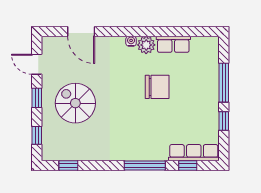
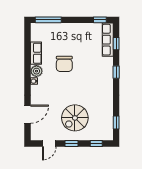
window: (224, 83) -> (48, 20), moved
chair: (157, 87) -> (64, 64), turned 180
window: (224, 121) -> (100, 20), moved
window: (145, 165) -> (116, 72), width x0.46

